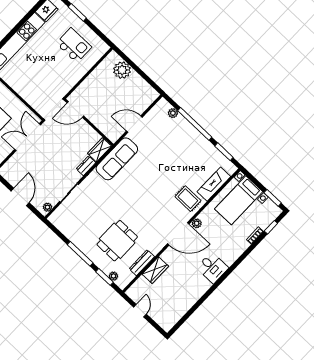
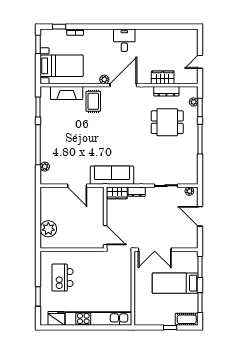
door: (20, 197) -> (200, 216), hinge flipped
door: (178, 234) -> (123, 85), hinge flipped

